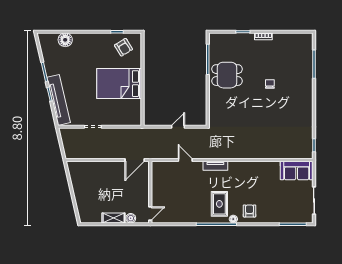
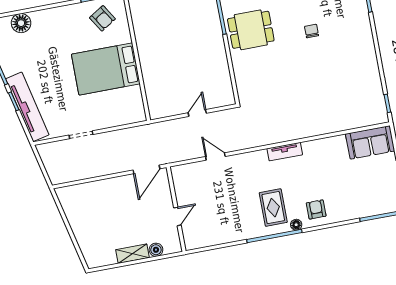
tv unit: (215, 166) -> (285, 152), moved
door: (150, 213) -> (177, 216), moved

